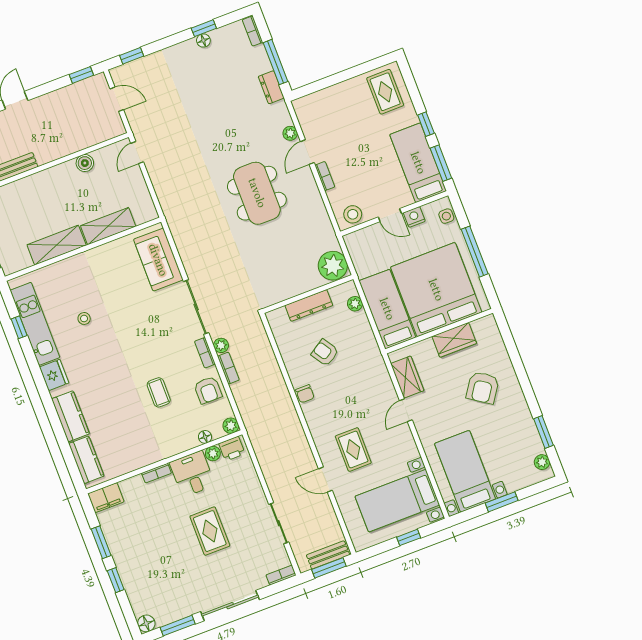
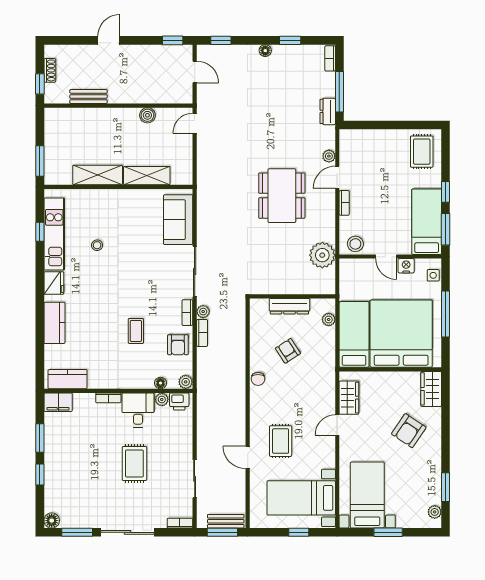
floor lamp: (203, 40) -> (265, 51), moved
plant: (333, 266) -> (322, 255), moved
wardrobe: (454, 340) -> (431, 389), moved, turned 90
kitchen counter: (86, 460) -> (68, 379), moved, turned -90

